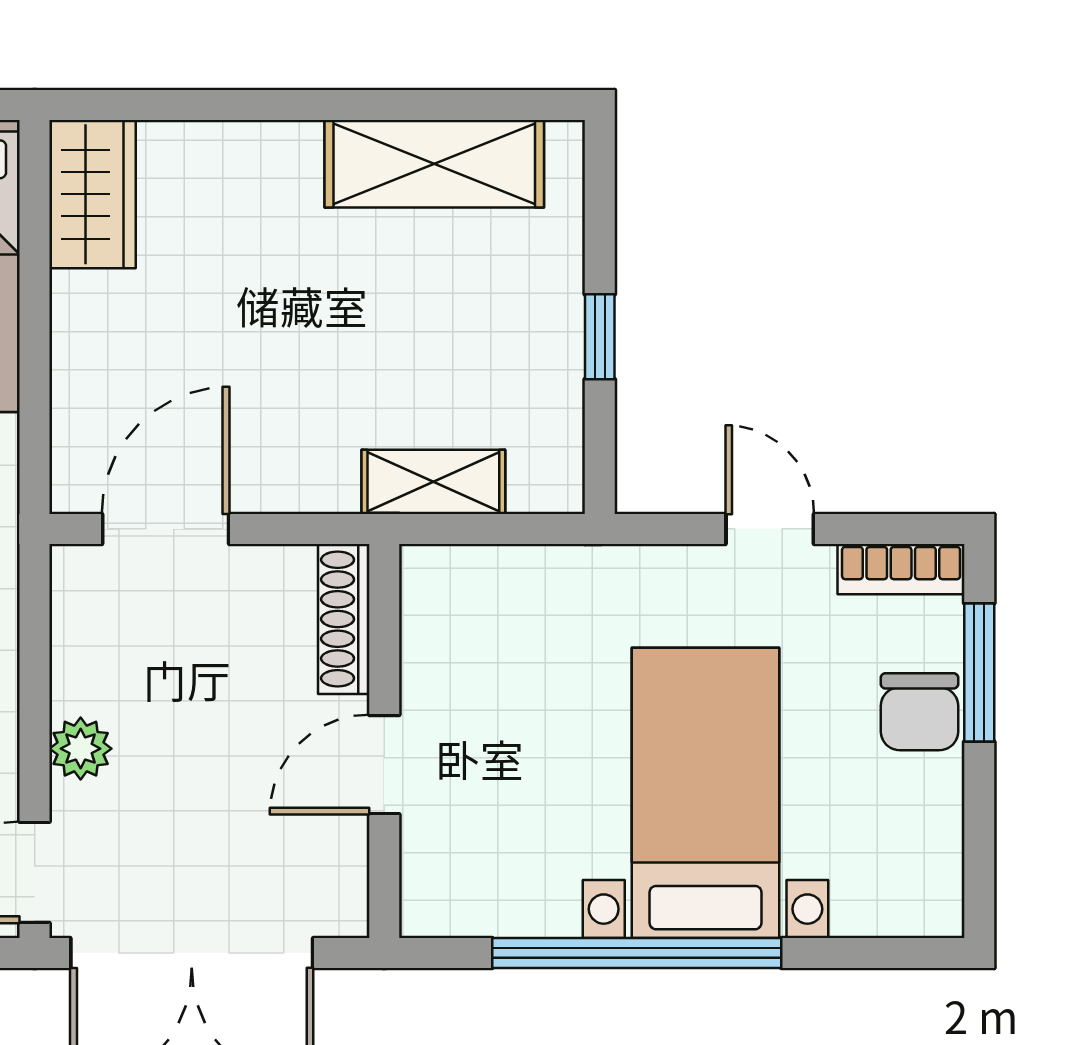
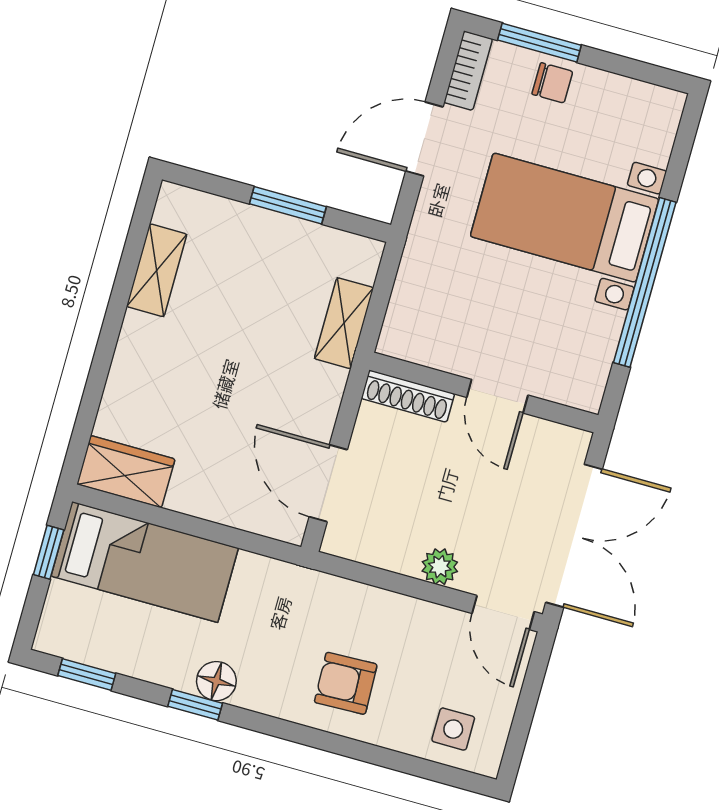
shelving: (434, 164) -> (157, 270), width x0.67, depth x0.75
window: (600, 337) -> (288, 205), width x1.50
door: (770, 529) -> (424, 139), width x1.38
chair: (919, 712) -> (552, 83), width x0.73, depth x0.73

